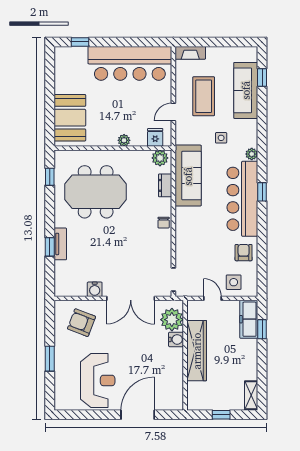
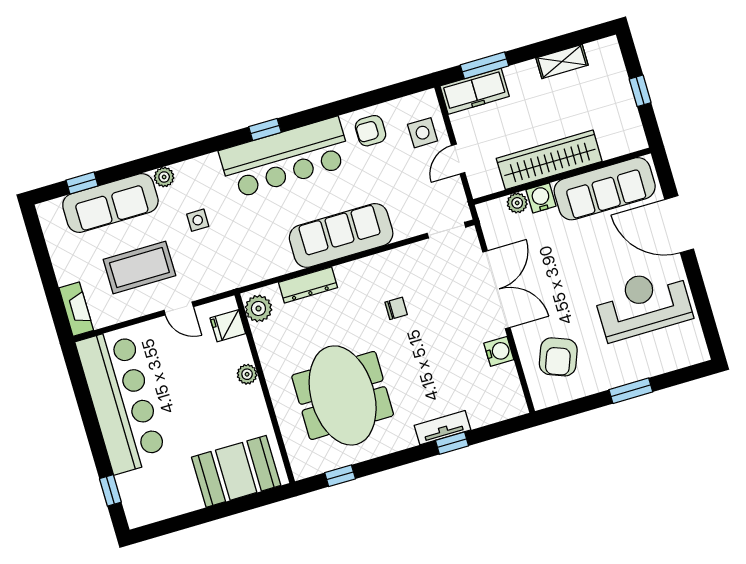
plant: (252, 154) -> (164, 177), moved
sofa: (188, 176) -> (341, 235), moved
dresser: (165, 185) -> (308, 285), width x1.44
chair: (164, 223) -> (396, 308), moved
plant: (172, 320) -> (517, 203), width x0.53, depth x0.53
window: (262, 329) -> (484, 65), width x1.50
sofa: (171, 378) -> (605, 189), added
shelving: (251, 395) -> (562, 62), moved

